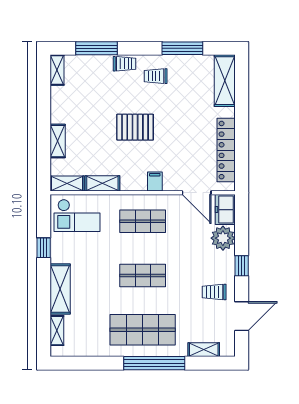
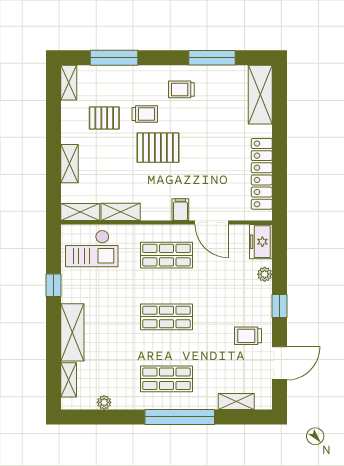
trolley: (125, 64) -> (145, 114), moved
pallet: (88, 101) -> (104, 118), added
door: (197, 193) -> (211, 223), moved
plant: (223, 238) -> (265, 274), width x0.53, depth x0.53
shop shelf: (143, 330) -> (166, 379), width x0.70, depth x0.74
plant: (88, 350) -> (104, 402), added

